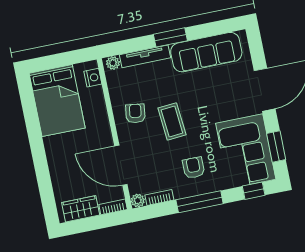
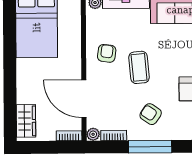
nightstand: (93, 78) -> (74, 12), removed
armchair: (194, 168) -> (151, 114), turned -56
wardrobe: (81, 209) -> (26, 121), moved, turned 90

